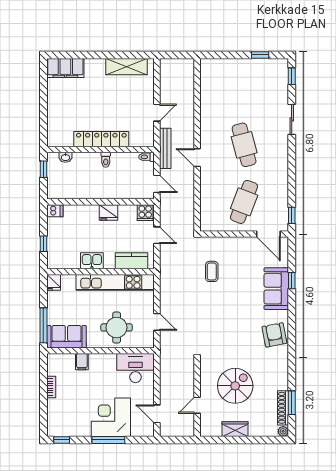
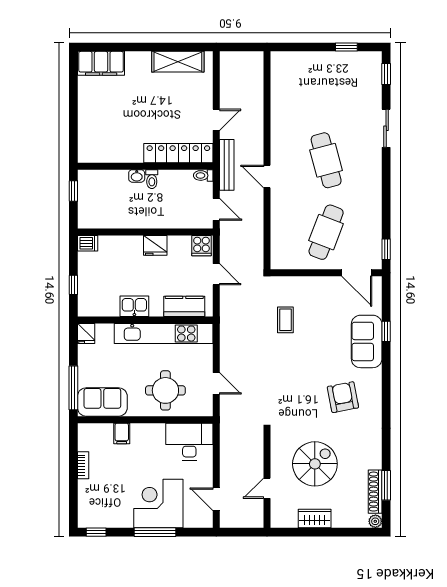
locker: (101, 139) -> (178, 153), moved
washbasin: (65, 157) -> (137, 176), moved
armchair: (274, 335) -> (343, 397), moved

